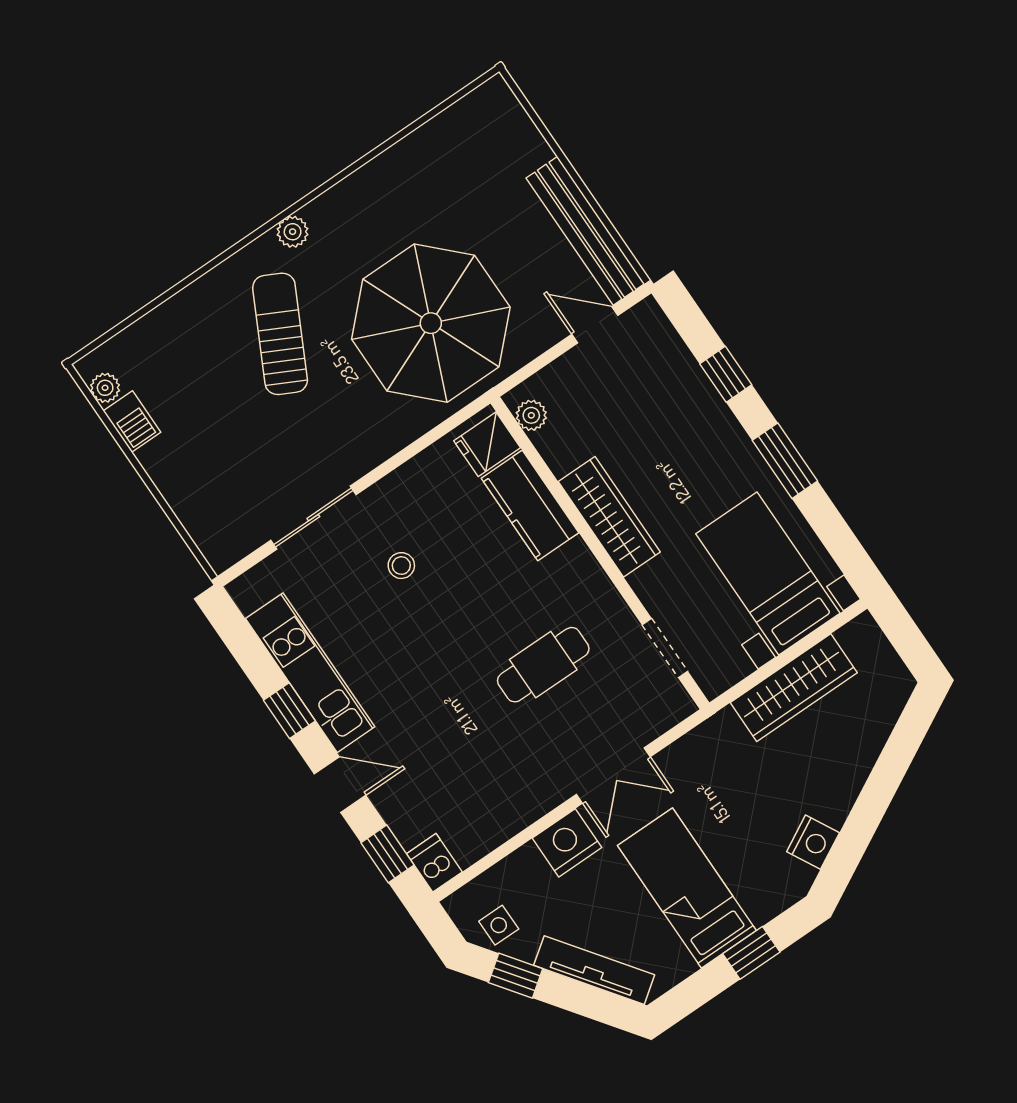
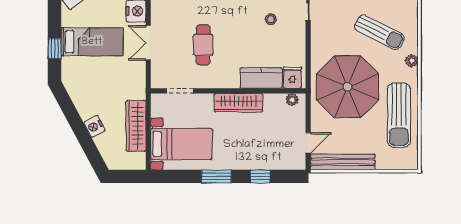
sun lounger: (417, 183) -> (399, 115), added
nightstand: (813, 842) -> (94, 126), moved

